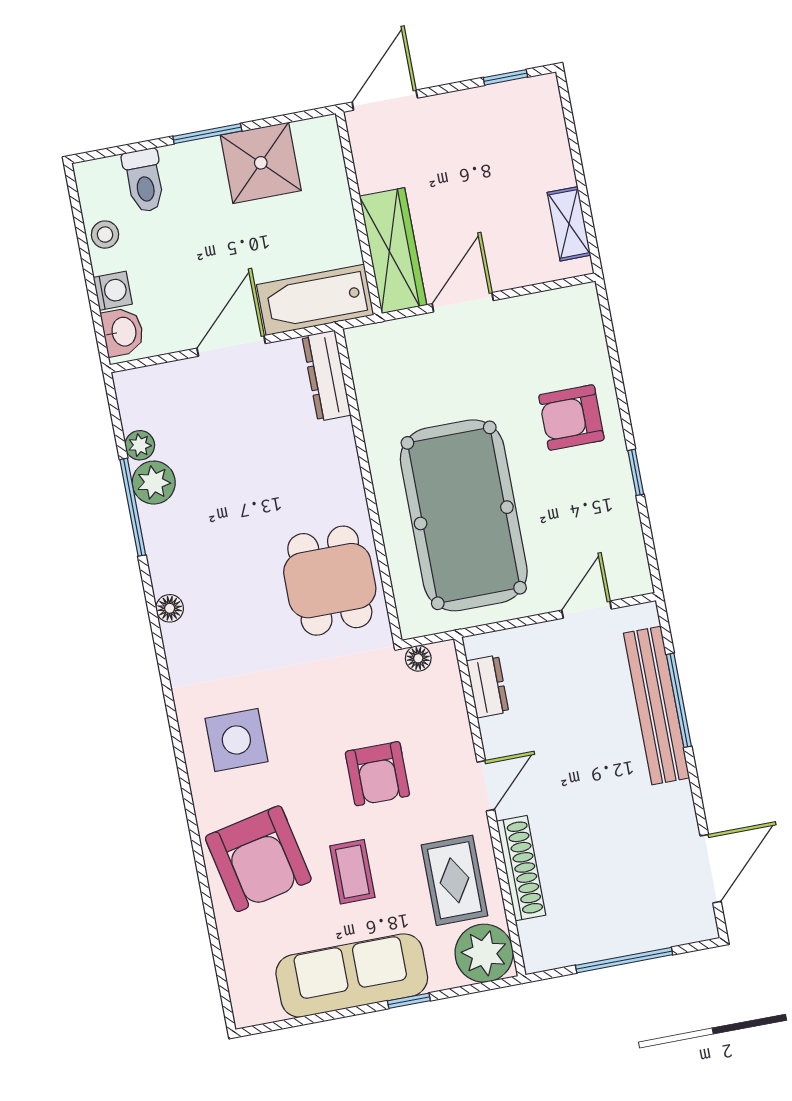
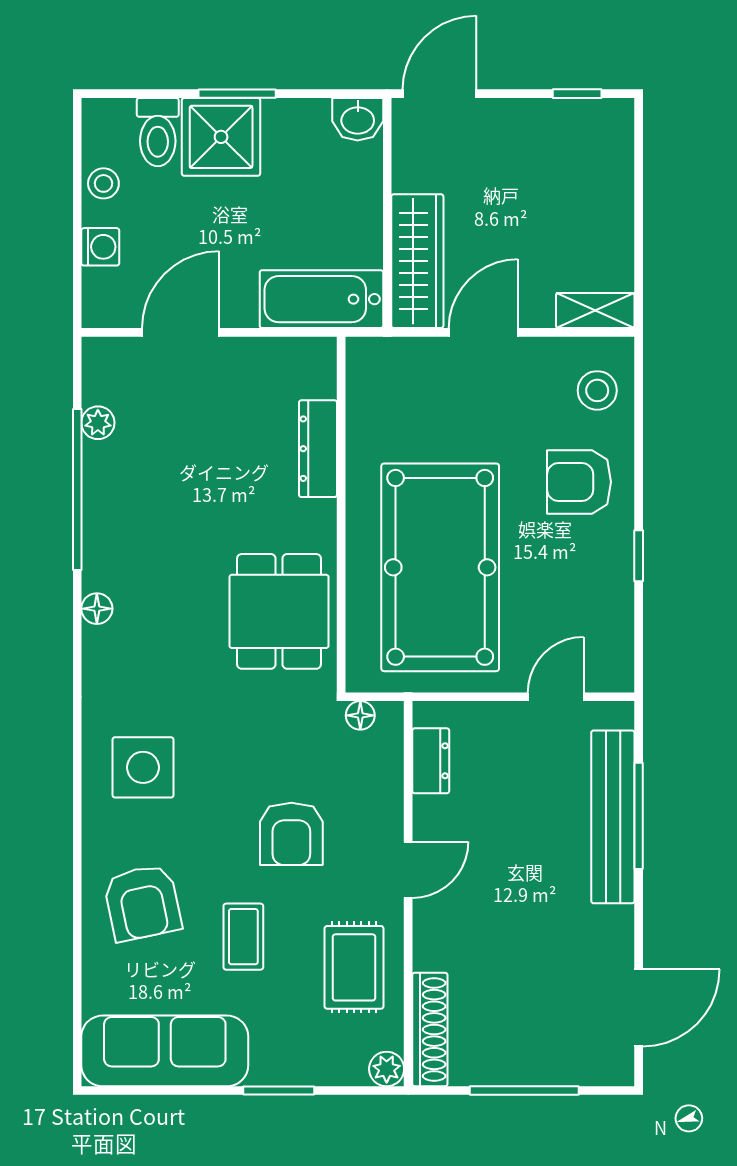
shower: (261, 163) -> (221, 137), moved
shelving: (569, 224) -> (595, 311), moved, turned 90
washbasin: (123, 332) -> (358, 119), moved, turned 90
stool: (572, 334) -> (597, 390), added
door: (231, 346) -> (181, 332), moved
dresser: (326, 376) -> (318, 449), moved
plant: (154, 483) -> (106, 467), removed
window: (133, 507) -> (77, 490), width x1.46
armchair: (258, 859) -> (142, 903), width x0.73, depth x0.73
shoe rack: (521, 868) -> (430, 1030), moved
plant: (484, 953) -> (387, 1069), width x0.53, depth x0.53
sofa: (352, 976) -> (165, 1051), moved
window: (409, 1001) -> (279, 1091), width x1.50

